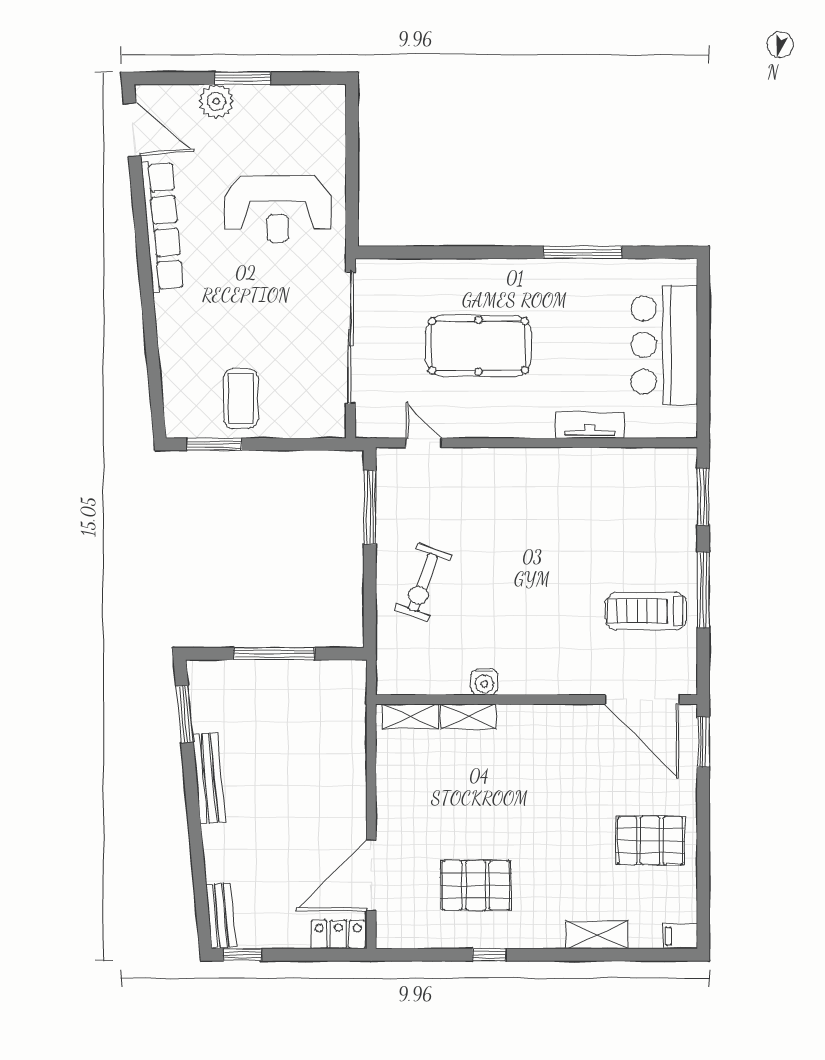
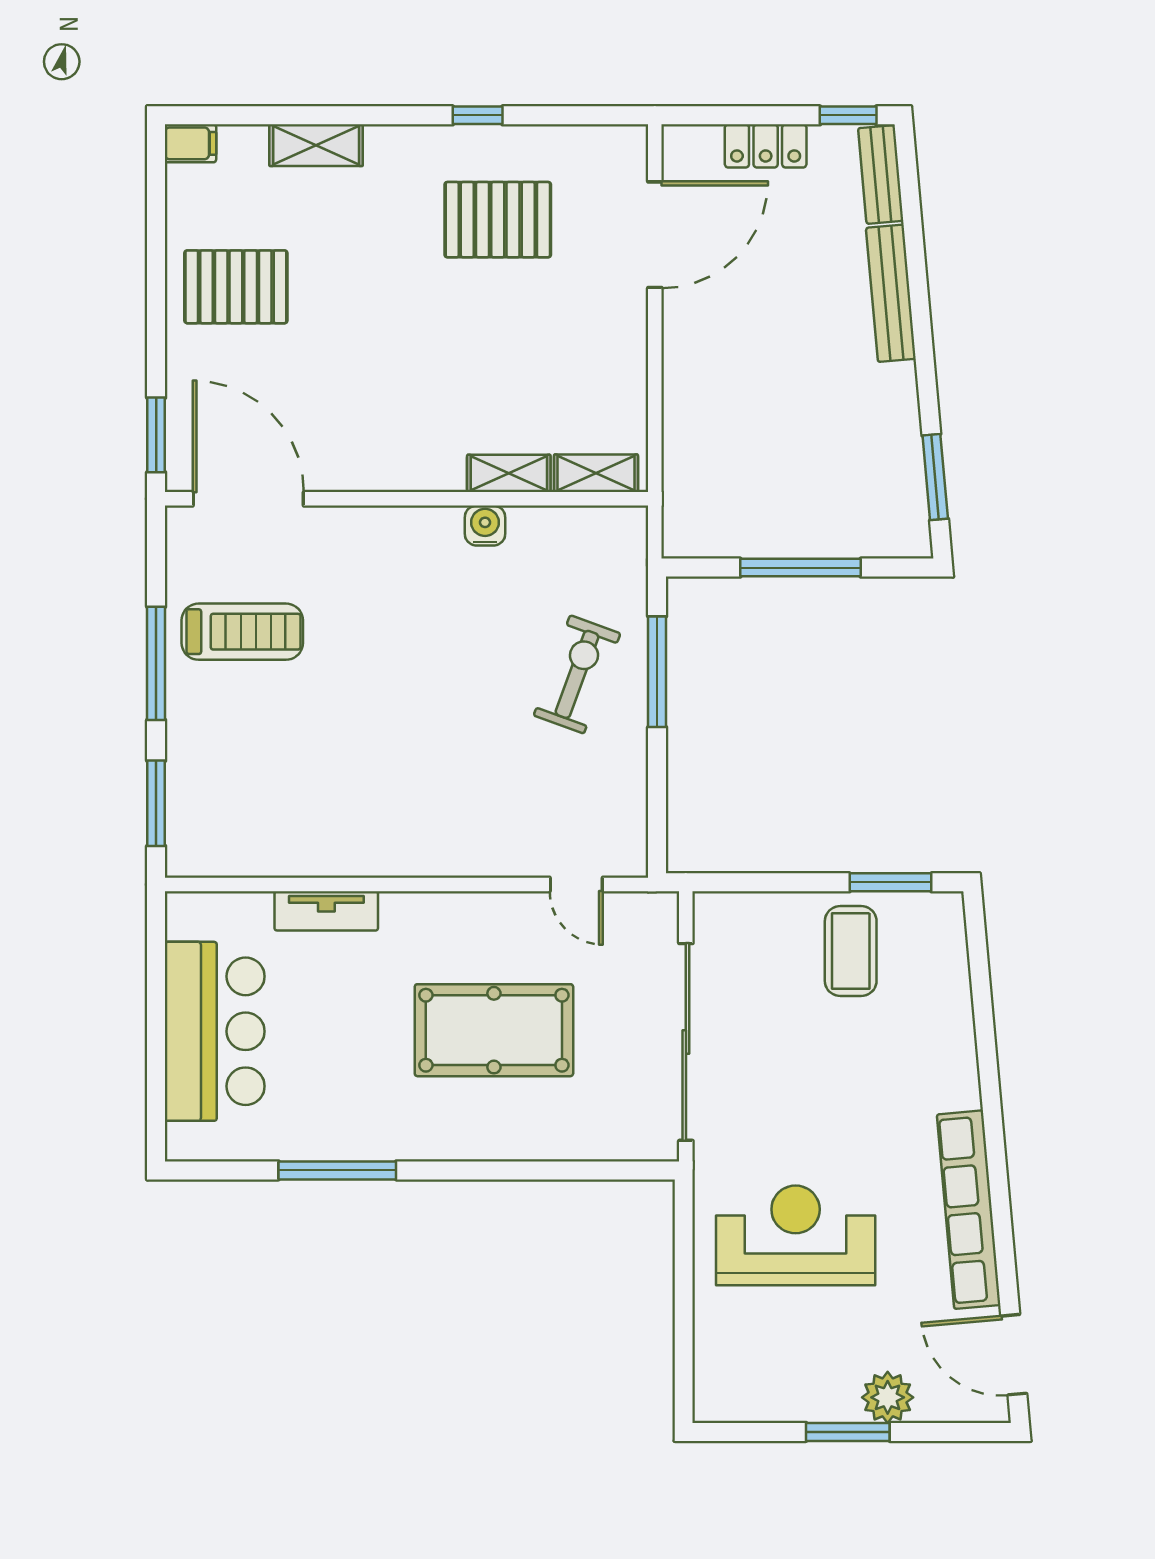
window: (370, 507) -> (657, 672), moved
bench: (209, 778) -> (891, 293), moved
locker: (338, 934) -> (766, 146), moved

